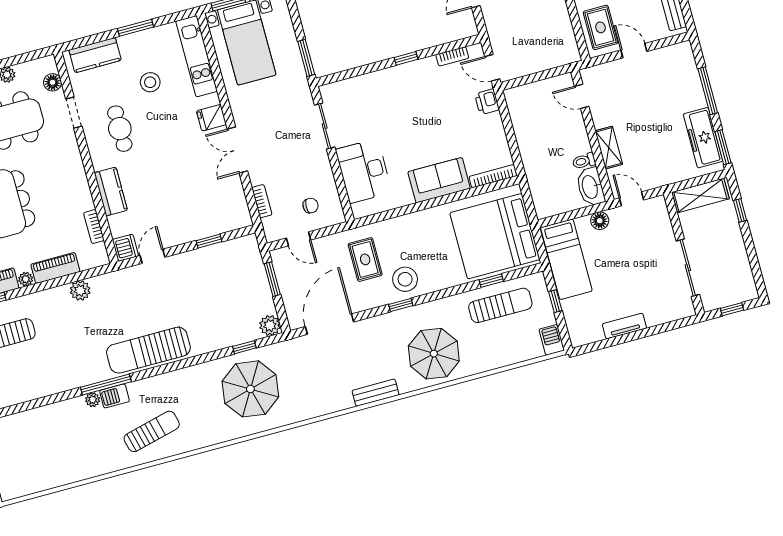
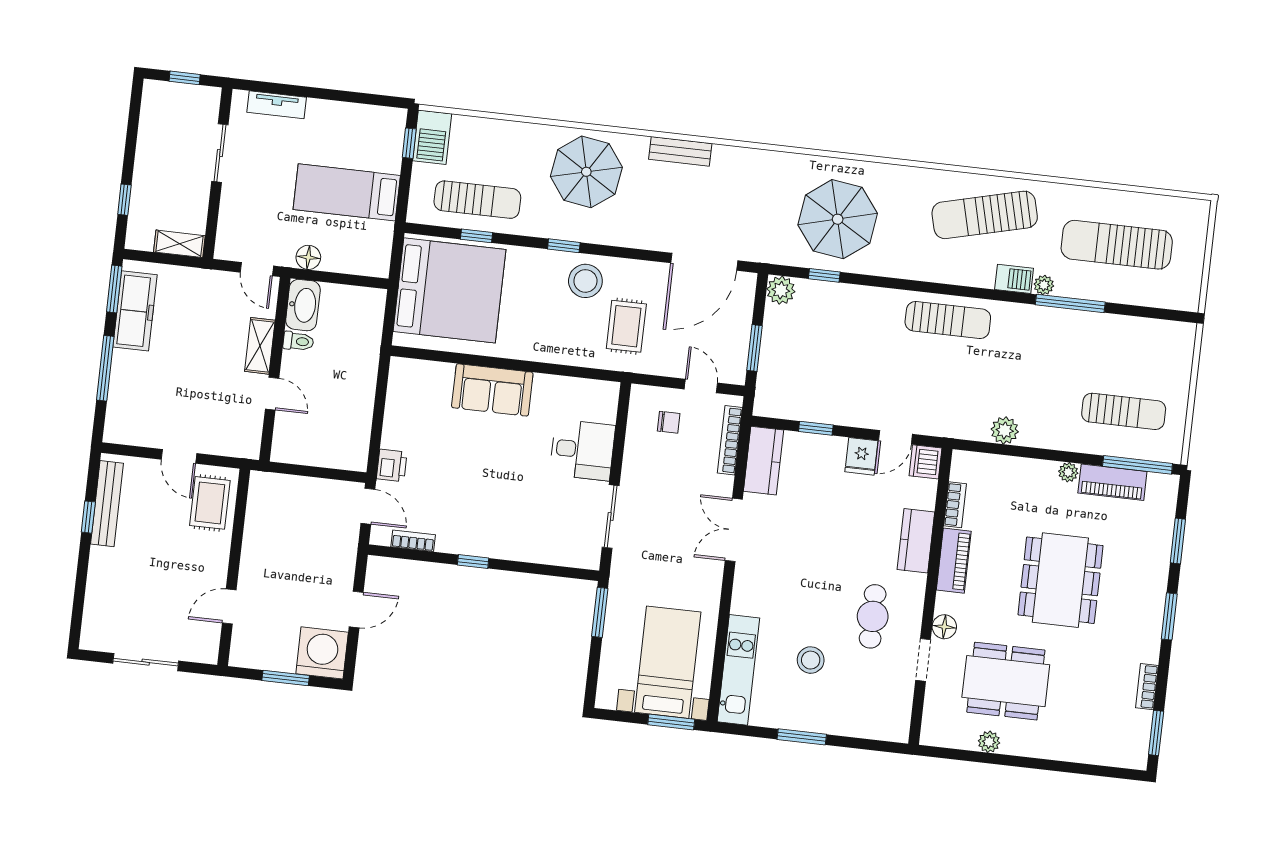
kitchen counter: (95, 55) -> (763, 461), moved, turned 90
floor lamp: (53, 82) -> (944, 627), moved
door: (582, 96) -> (272, 394), moved
fridge: (211, 118) -> (861, 456), moved, turned 90
double door: (237, 150) -> (734, 530), swing flipped
desk: (364, 171) -> (582, 450), width x0.73
bookcase: (493, 176) -> (421, 368), removed
shelving: (700, 196) -> (179, 244), width x0.67, depth x0.75
bookcase: (262, 201) -> (730, 440), width x1.56
chair: (311, 206) -> (669, 422), turned 180
bed: (566, 259) -> (347, 192), moved, turned -90
piano: (55, 268) -> (954, 561), moved, turned -90
sliding door: (688, 268) -> (220, 153), width x0.73
window: (555, 301) -> (409, 143), moved
window: (401, 305) -> (564, 246), moved
sun lounger: (500, 305) -> (477, 200), turned 180
tv unit: (624, 326) -> (277, 105), moved
barbecue: (552, 340) -> (432, 137), width x1.38, depth x1.27
sun lounger: (148, 350) -> (948, 320), width x0.73, depth x0.75
window: (106, 385) -> (1070, 303), moved
sun lounger: (152, 431) -> (985, 215), width x1.36, depth x1.34
sun lounger: (54, 447) -> (1117, 245), added

